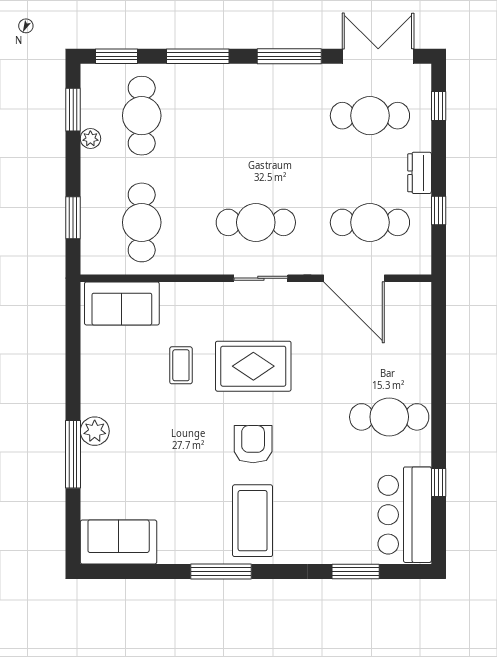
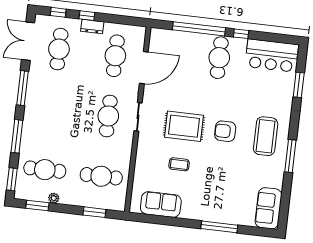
window: (439, 210) -> (87, 16), moved
sofa: (122, 303) -> (161, 204), moved, turned -90
rug: (253, 366) -> (184, 126), turned 90
window: (439, 373) -> (199, 29), added
plant: (95, 431) -> (208, 214), removed
window: (439, 483) -> (241, 34), moved
coffee table: (253, 521) -> (266, 136), turned 90

